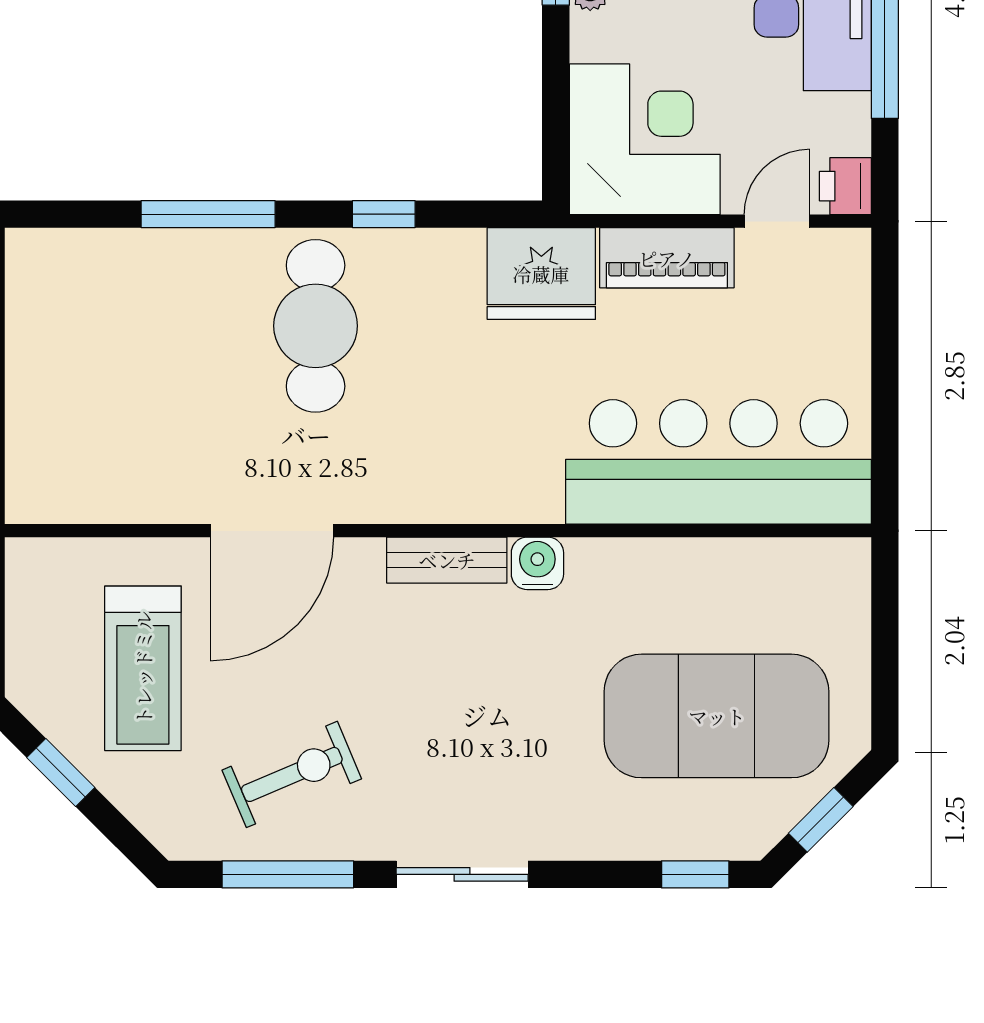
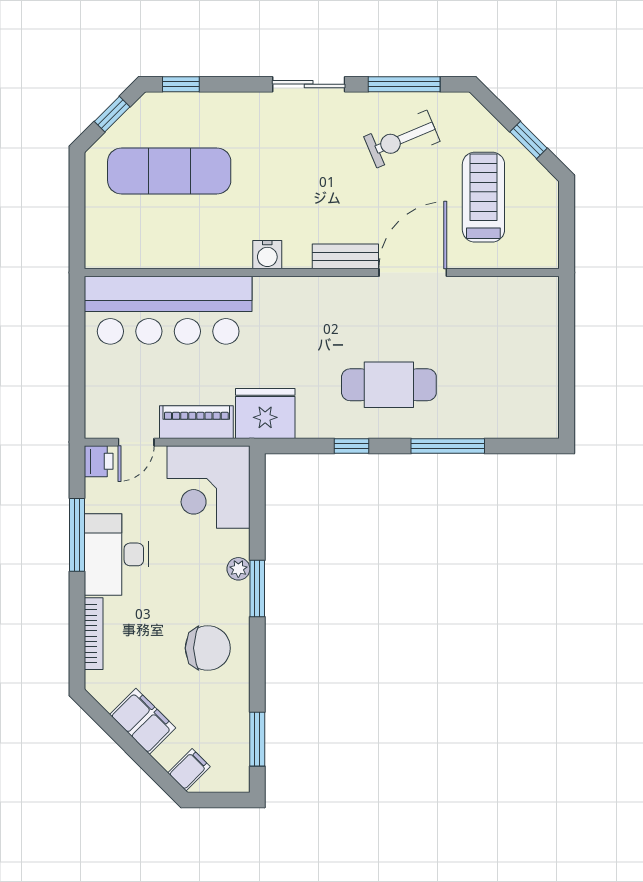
cafe table: (316, 326) -> (389, 385), turned 90
bench: (447, 560) -> (345, 256), moved
exercise mat: (717, 716) -> (169, 171), width x0.68

